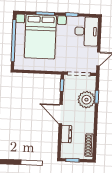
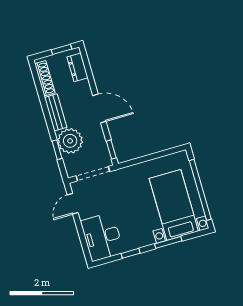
bed with nightstands: (40, 37) -> (174, 205), width x0.73
bench: (90, 121) -> (56, 112), added
dresser: (66, 134) -> (78, 67), moved

